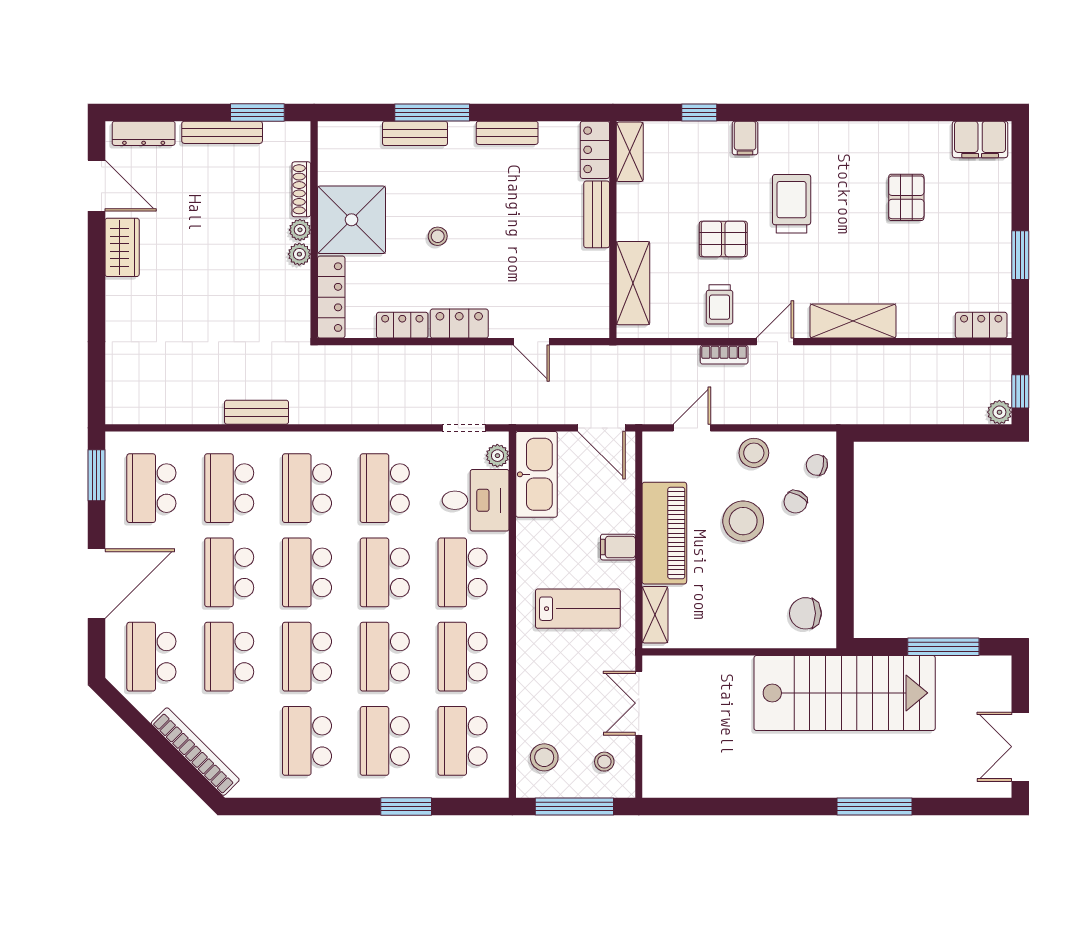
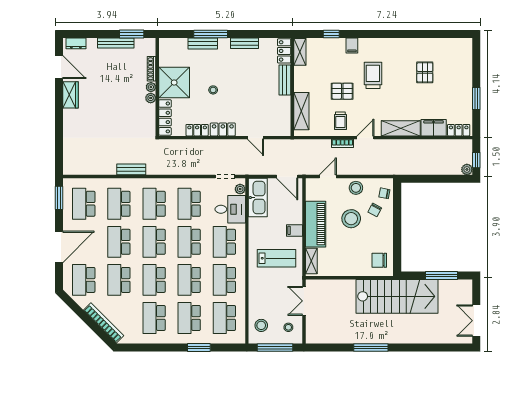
dresser: (144, 133) -> (76, 43), width x0.70
filing cabinet: (980, 139) -> (434, 128), moved, turned 180
window: (875, 806) -> (371, 348), moved

